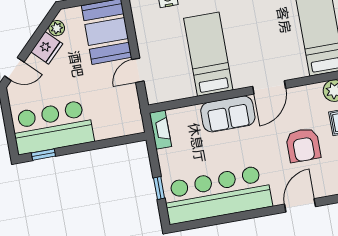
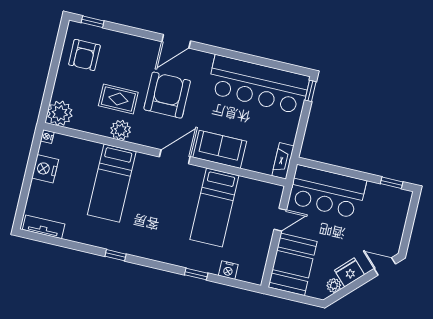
bar counter: (53, 127) -> (327, 192), moved
armchair: (303, 145) -> (167, 95), width x1.36, depth x1.36
window: (159, 188) -> (310, 91), moved
door: (300, 205) -> (176, 41), moved

